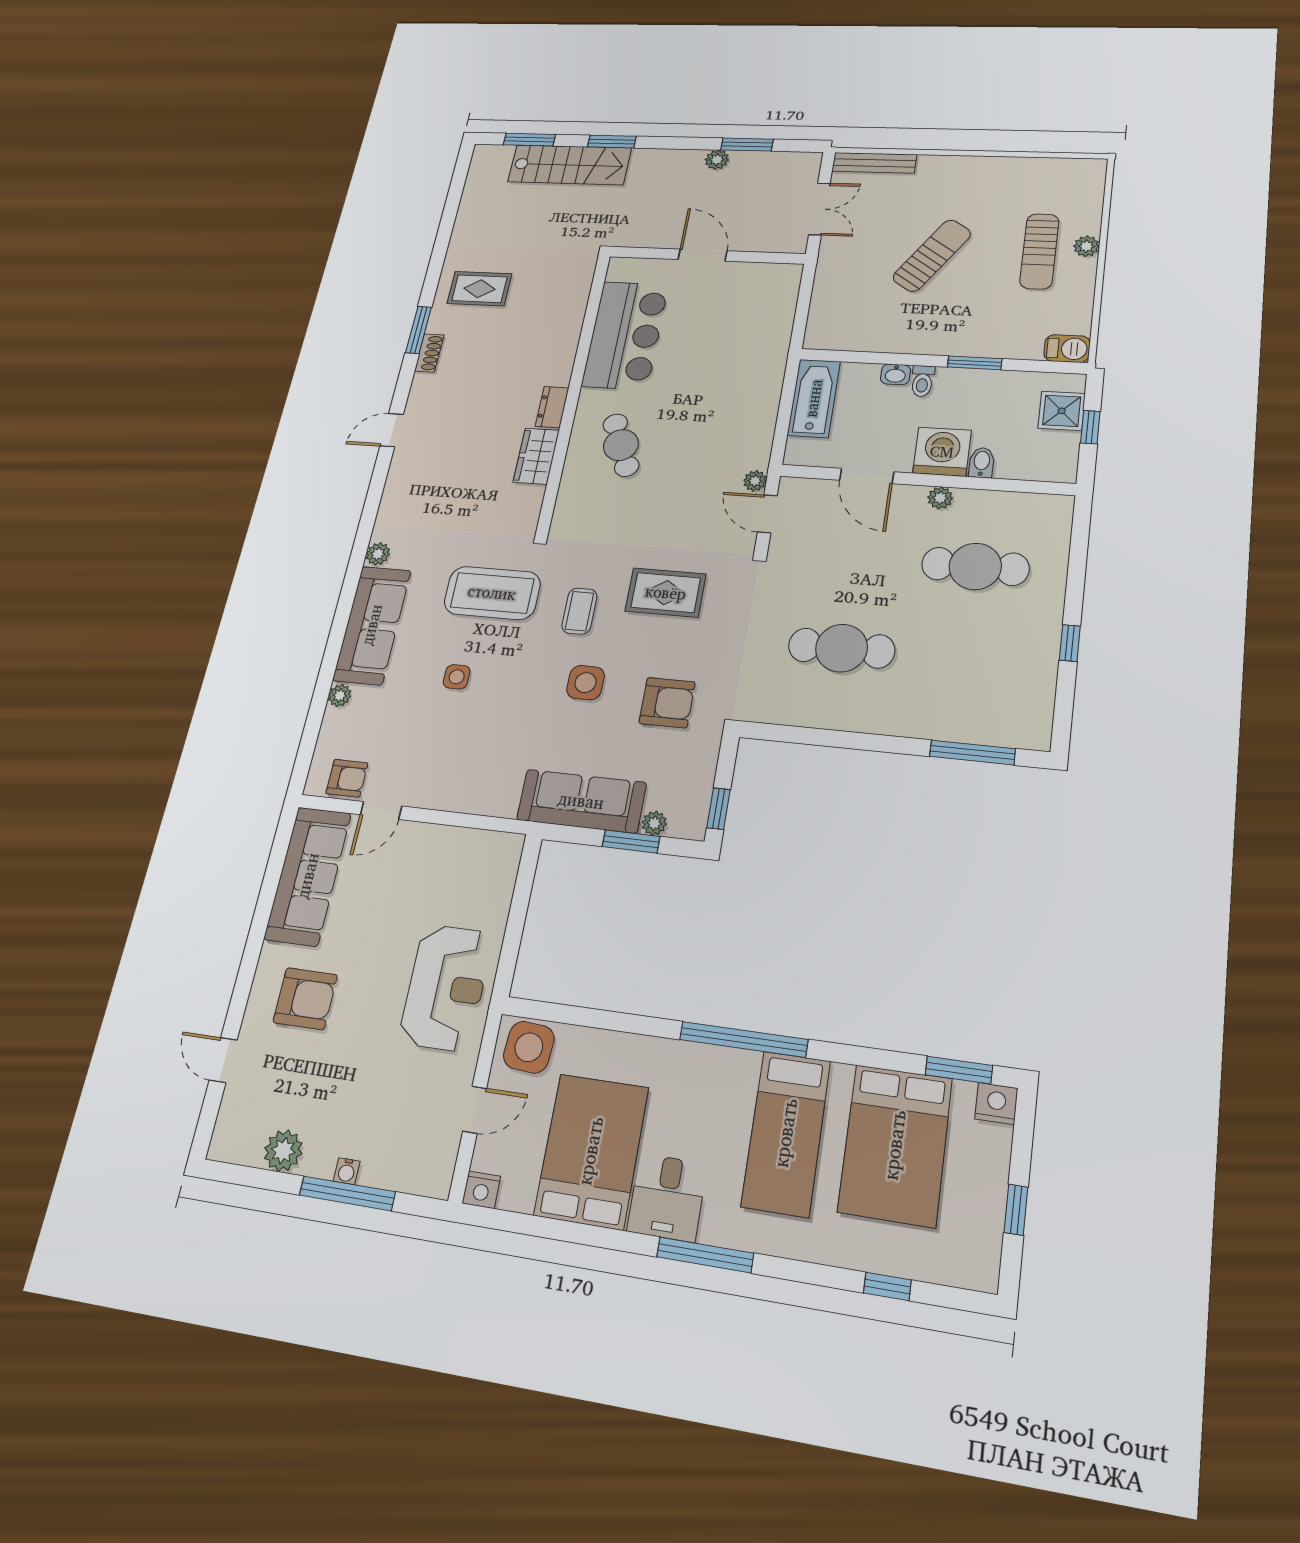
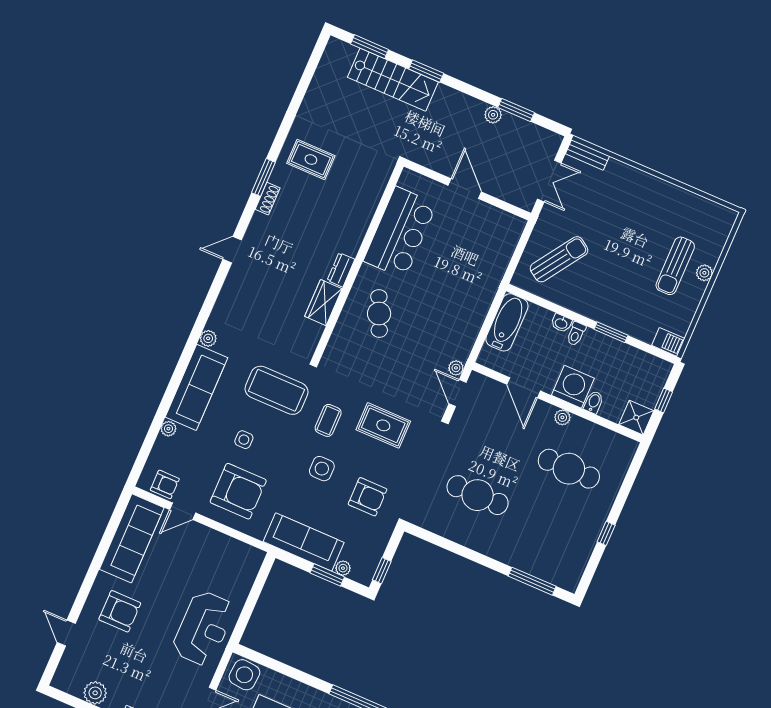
bench: (874, 163) -> (587, 155), width x0.73
sun lounger: (932, 256) -> (559, 259), moved
shower: (1062, 411) -> (636, 418), moved
armchair: (462, 755) -> (238, 491), added

